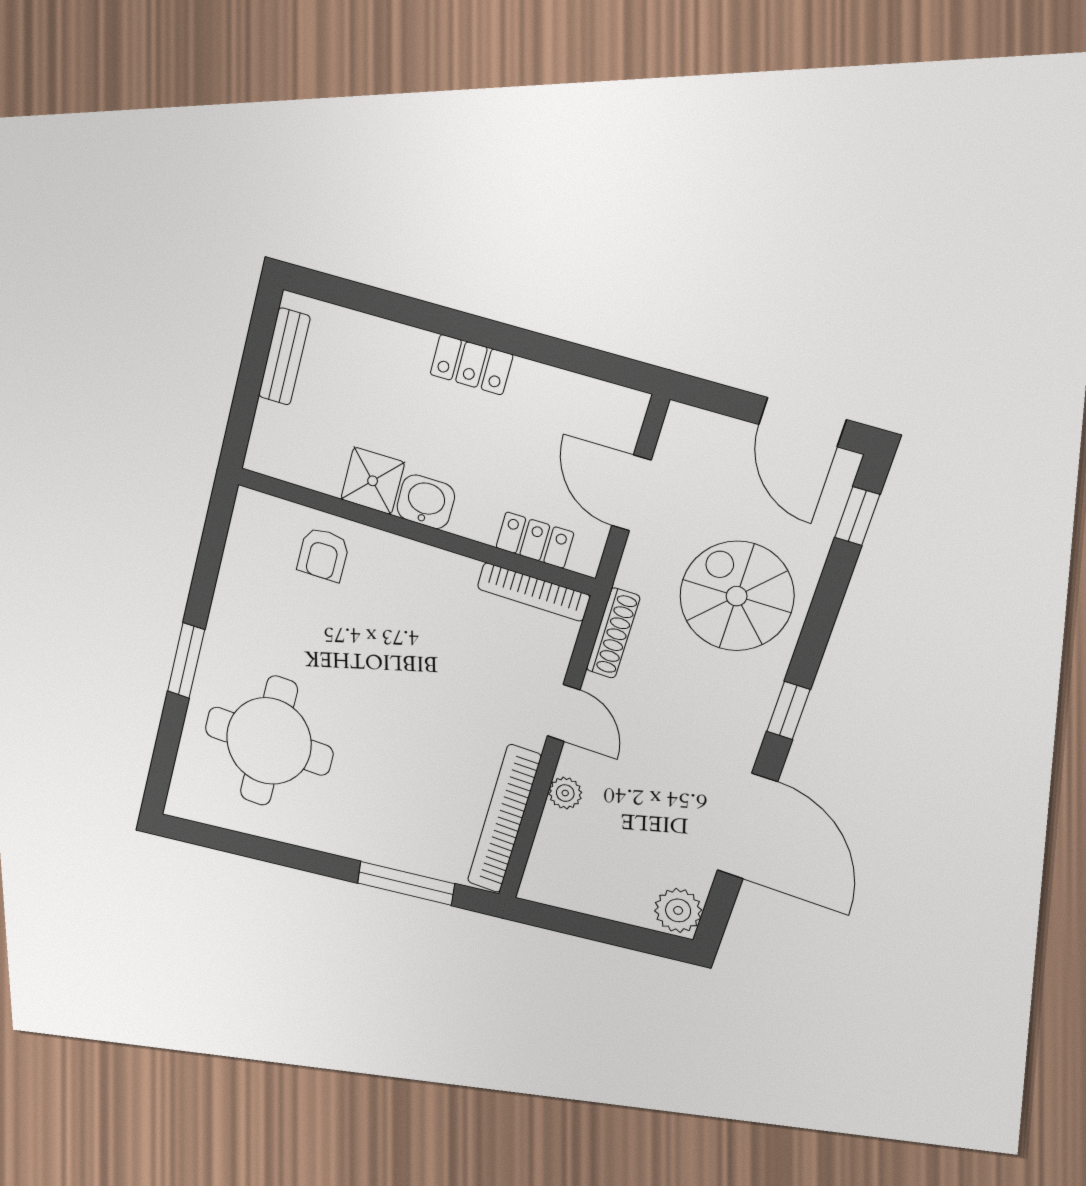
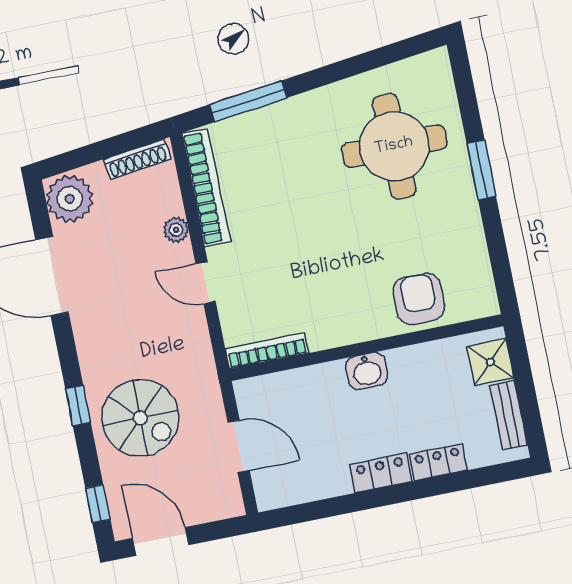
shower: (373, 481) -> (490, 362), moved
locker: (535, 540) -> (438, 462), moved, turned 180
armchair: (323, 554) -> (419, 299), width x1.38, depth x1.38
shoe rack: (613, 633) -> (137, 159), moved, turned -97
window: (788, 710) -> (78, 406), moved
plant: (678, 910) -> (70, 199), width x1.36, depth x1.36

